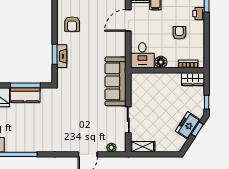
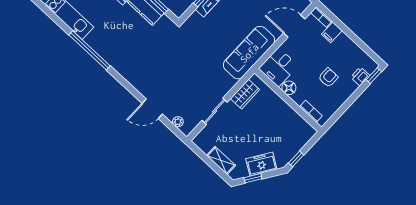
wardrobe: (193, 79) -> (245, 94), moved, turned -90
sofa: (116, 81) -> (249, 53), moved
window: (197, 129) -> (253, 178), moved
shelving: (143, 147) -> (221, 160), moved

